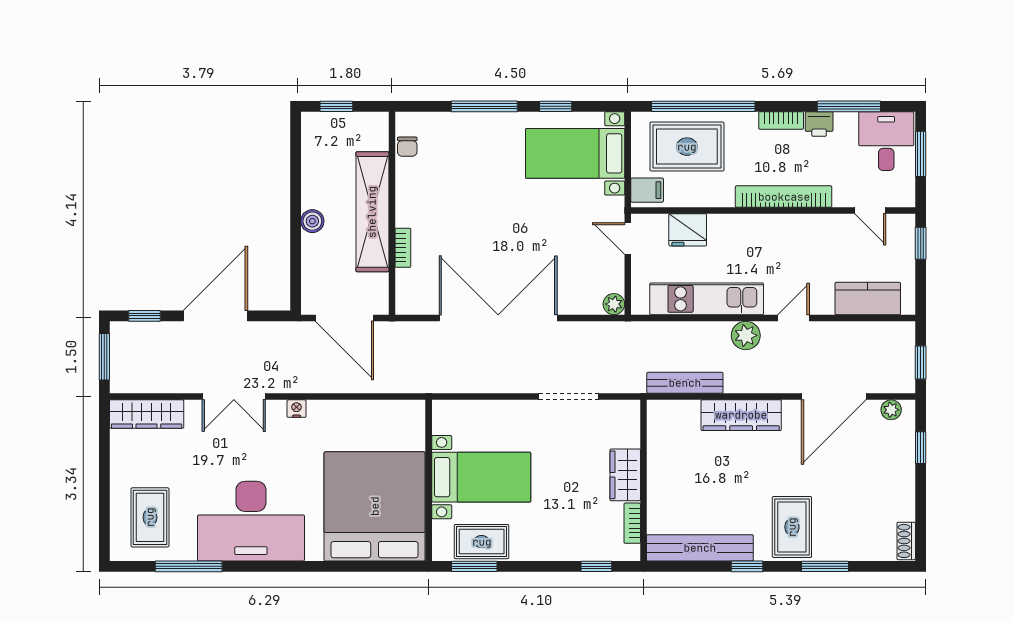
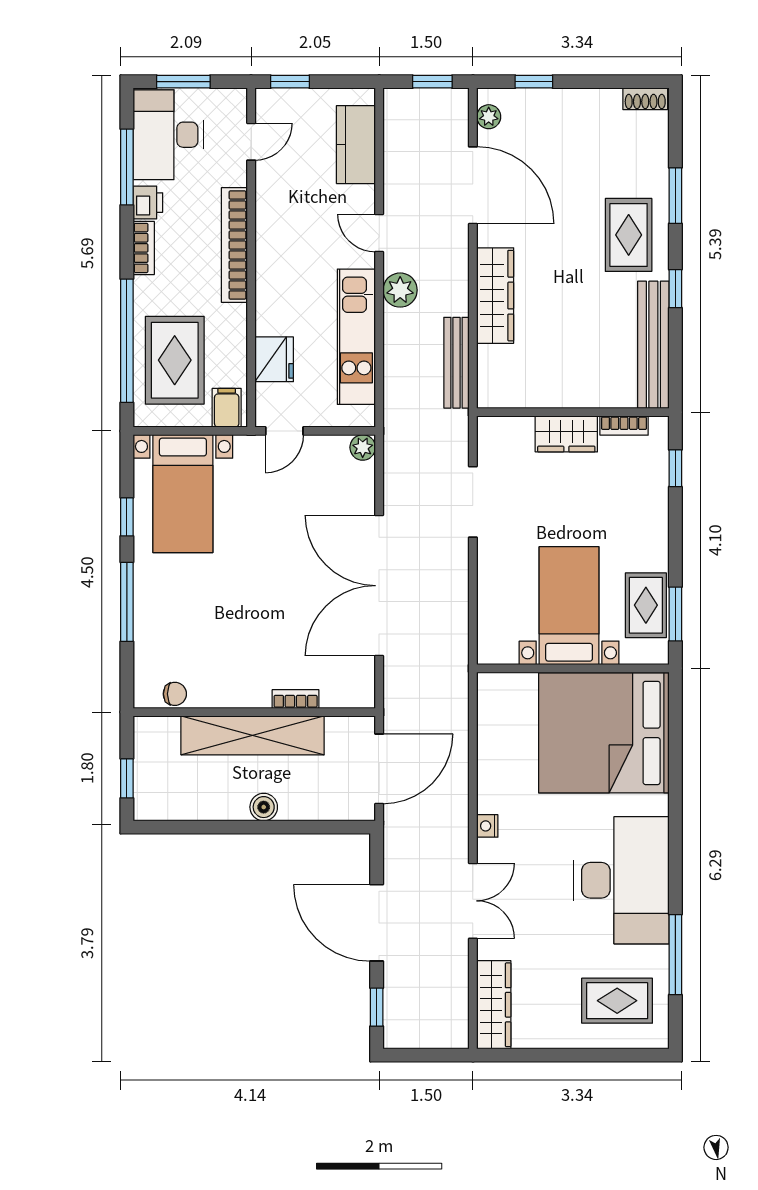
desk: (886, 141) -> (168, 135), width x1.37
window: (104, 357) -> (426, 1055), removed
rug: (792, 527) -> (629, 235), turned 90

